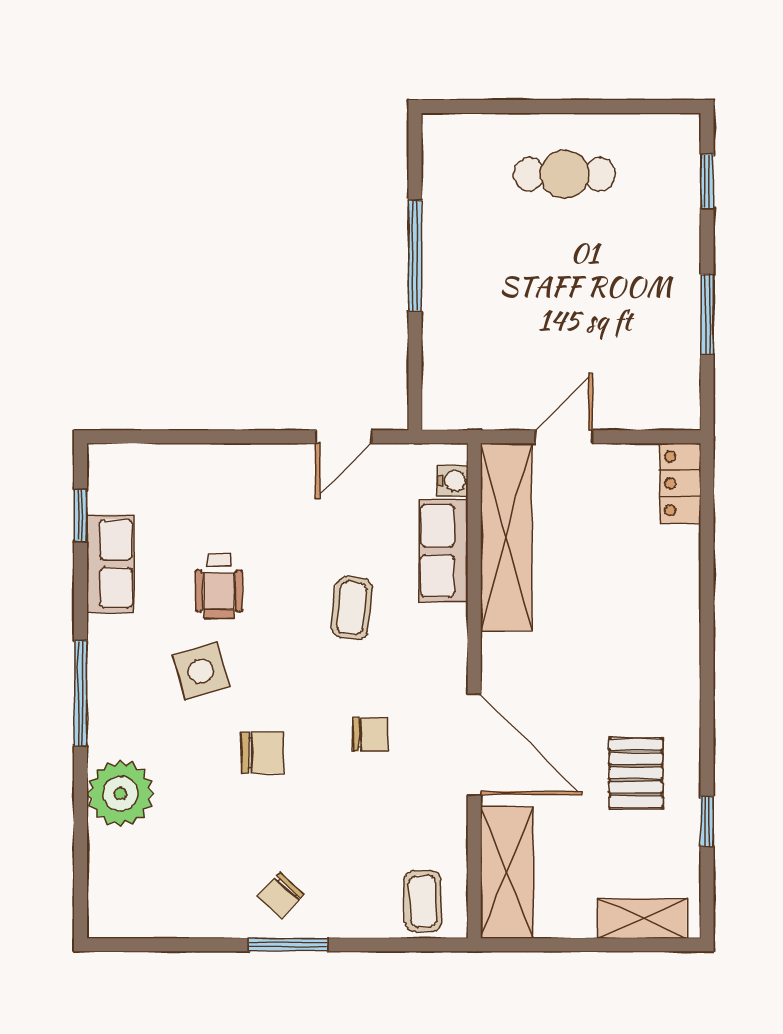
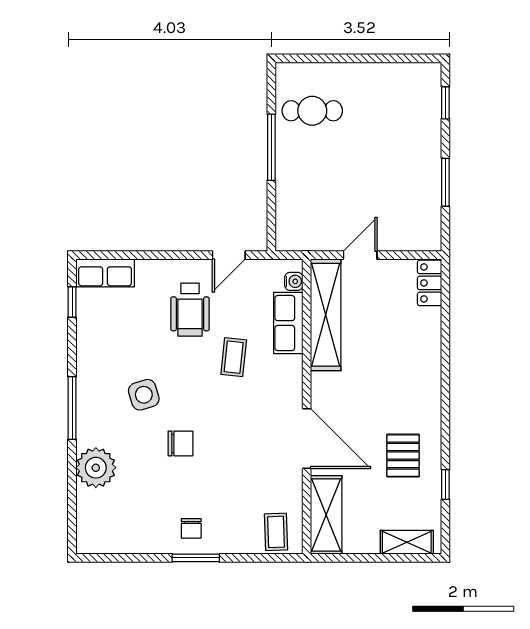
cafe table: (564, 174) -> (312, 111), moved
row of seats: (110, 564) -> (105, 273), moved, turned 90
wheelchair: (219, 586) -> (190, 310), moved, width x1.36, depth x1.37
chair: (370, 734) -> (245, 433), removed
chair: (280, 895) -> (191, 528), turned -43

